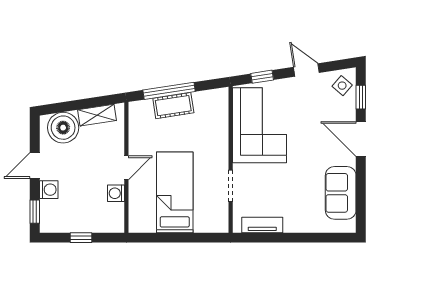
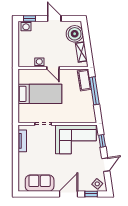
cot: (173, 106) -> (84, 80), moved
washing machine: (49, 190) -> (26, 26), moved
window: (81, 238) -> (15, 43), removed

